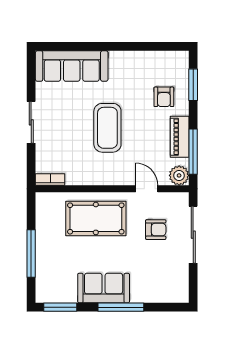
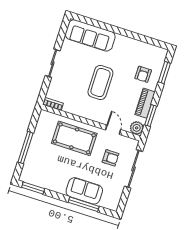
window: (193, 152) -> (151, 116), width x0.69
sofa: (104, 288) -> (84, 191), moved
window: (121, 307) -> (84, 204), moved

